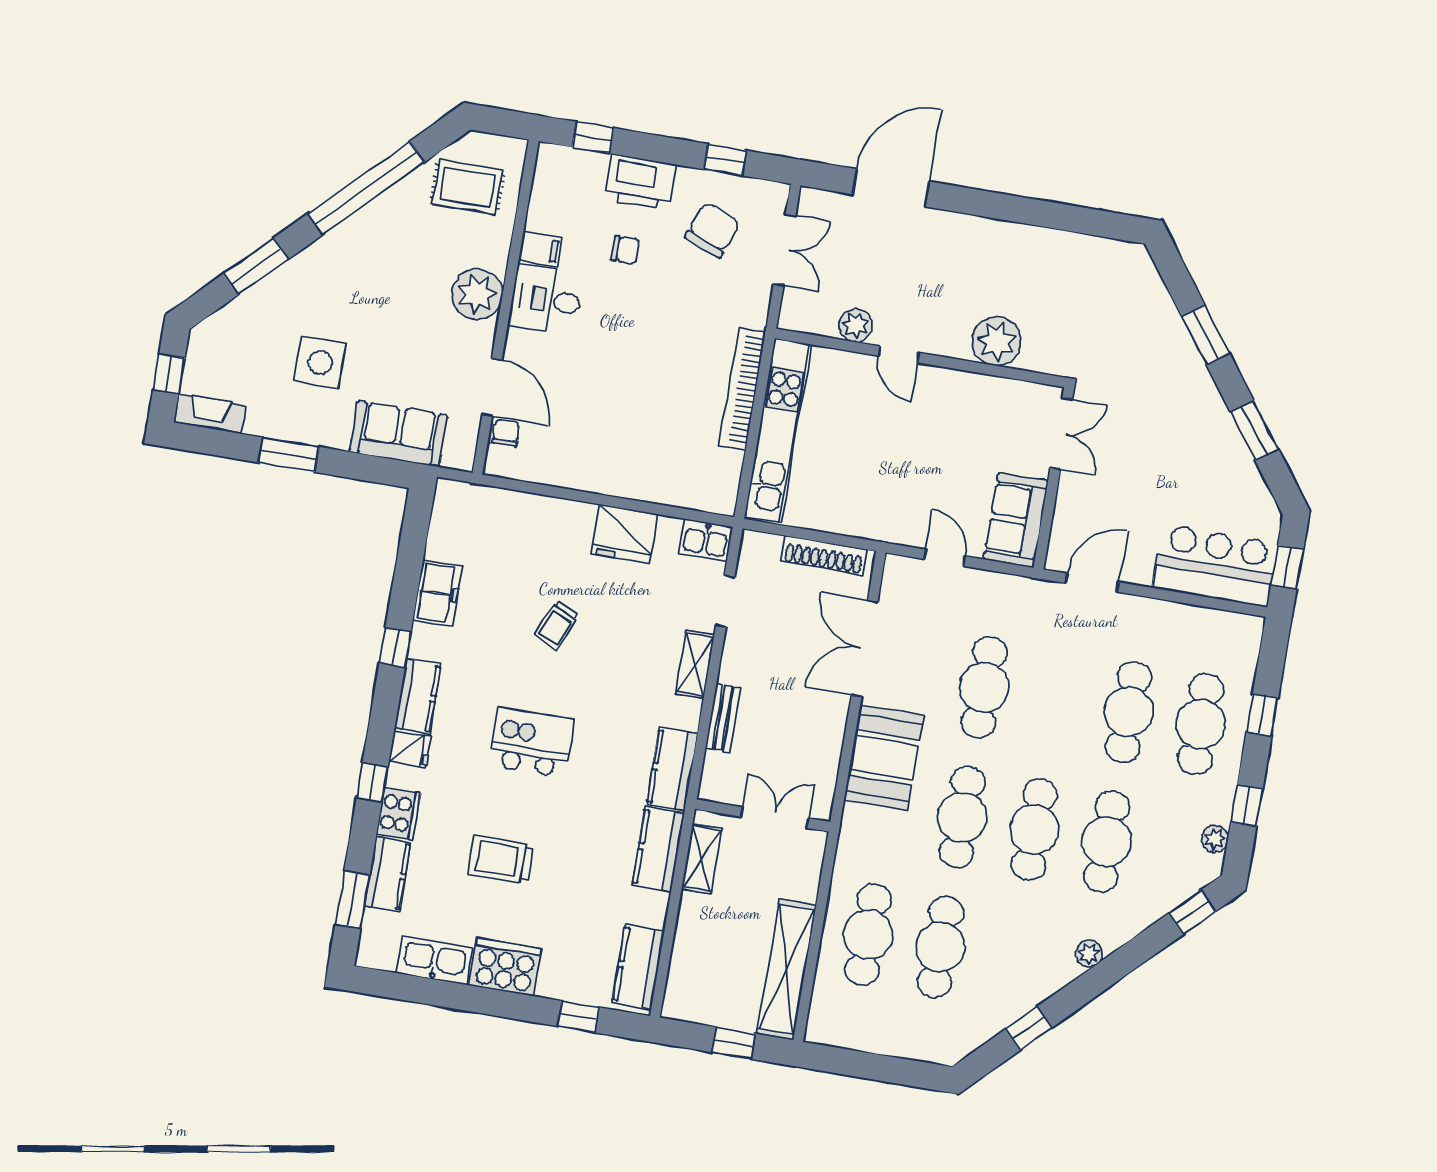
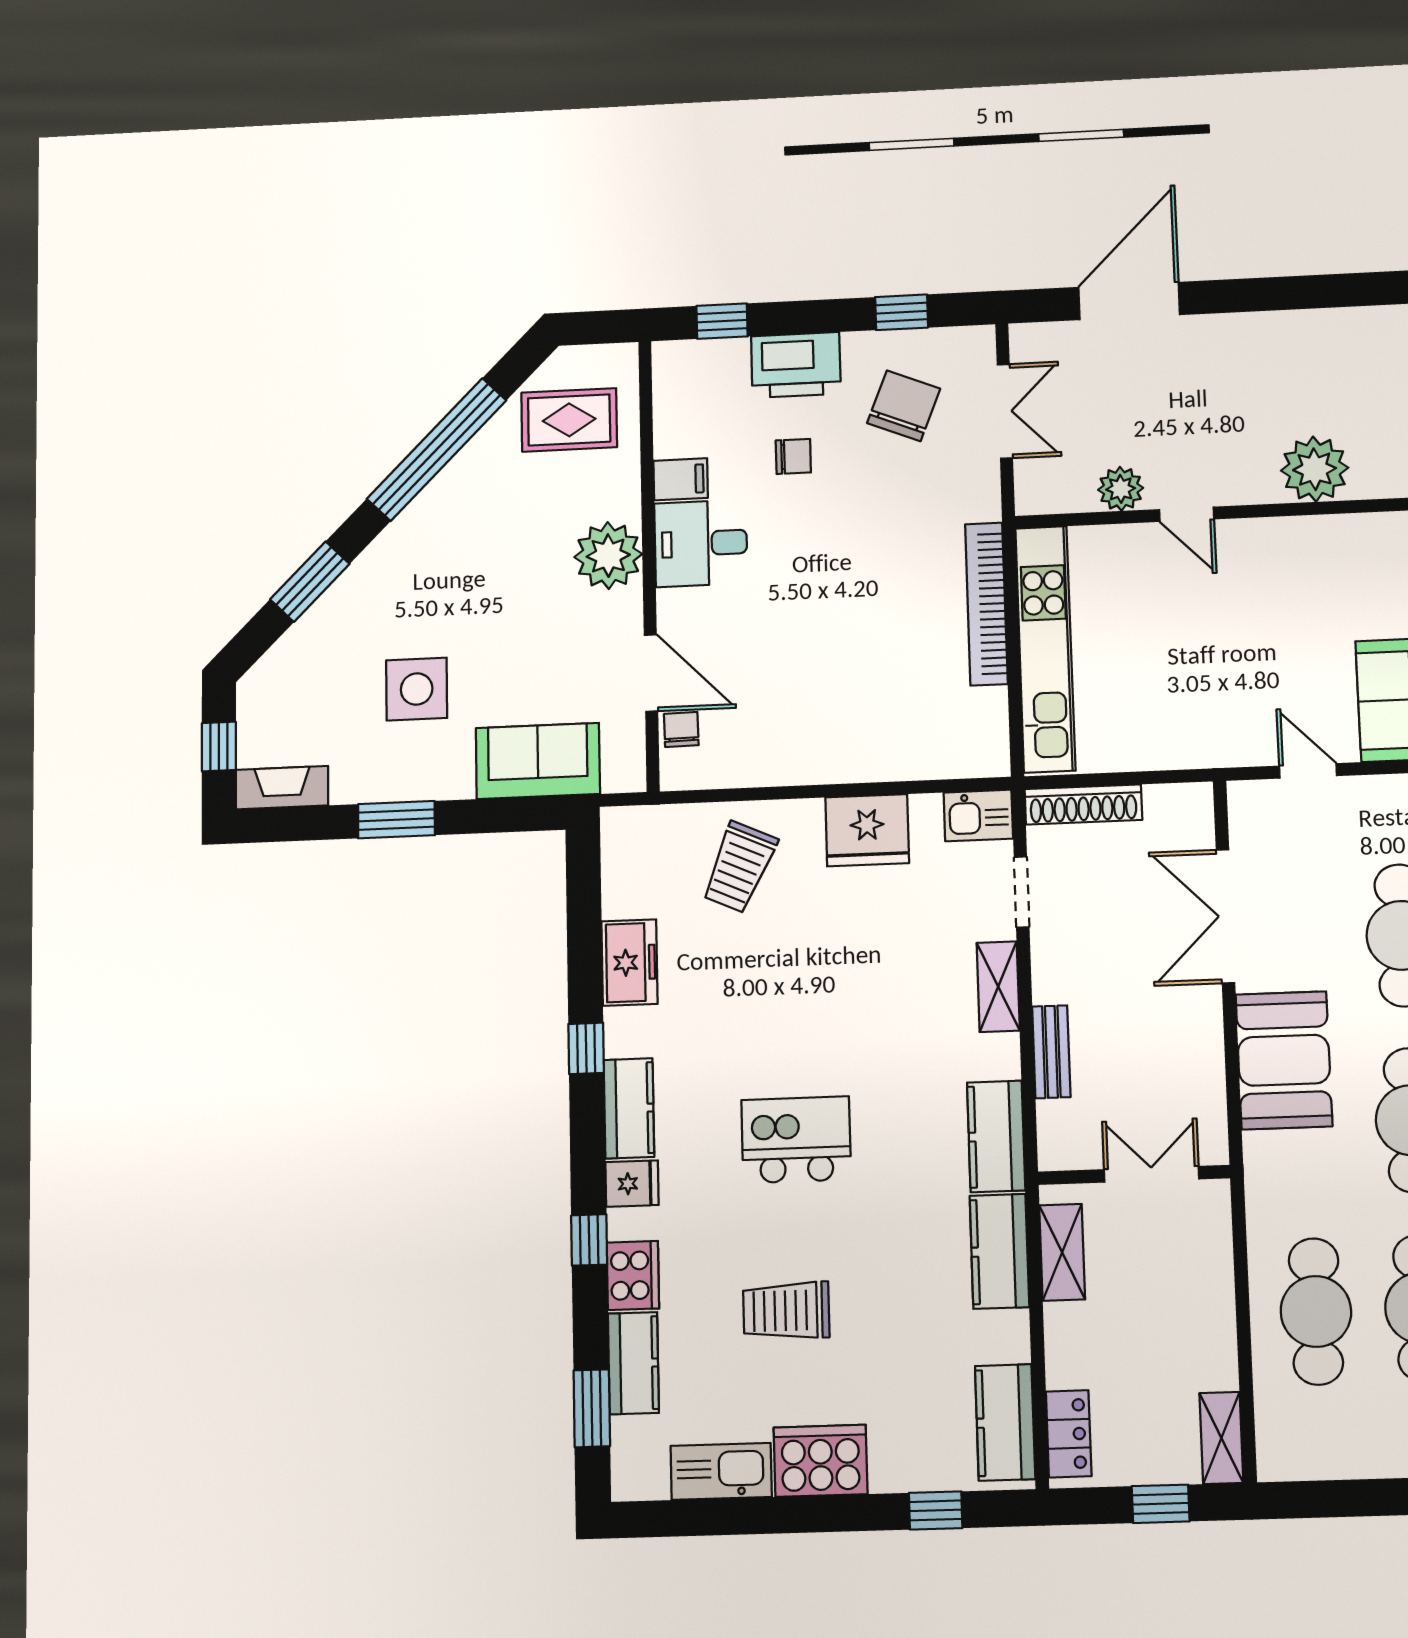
shoe rack: (824, 555) -> (1083, 805), moved
trolley: (557, 625) -> (739, 867), moved, width x1.36, depth x1.39
shelving: (787, 969) -> (1221, 1438), width x0.45, depth x0.75
locker: (681, 983) -> (1069, 1434), added

